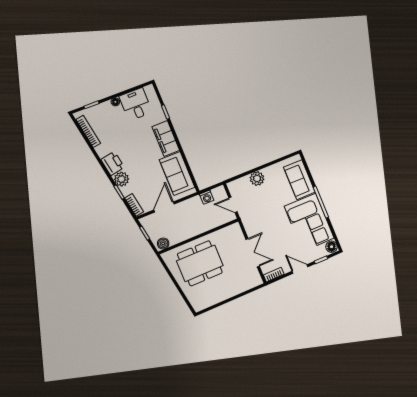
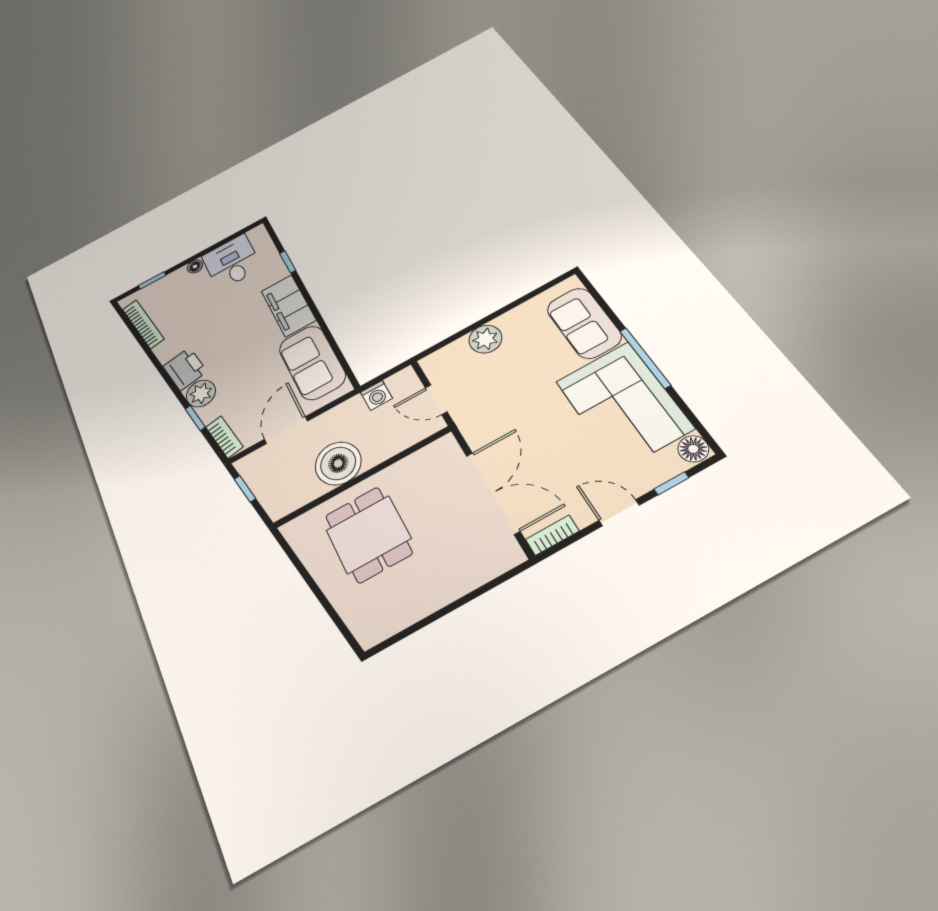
boiler: (163, 243) -> (338, 463), moved, width x1.86, depth x1.86
double door: (253, 253) -> (493, 493), width x1.37
dining table: (200, 263) -> (368, 534), width x0.73

